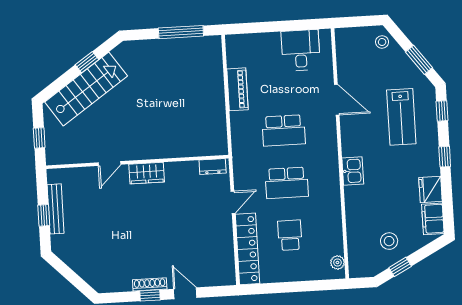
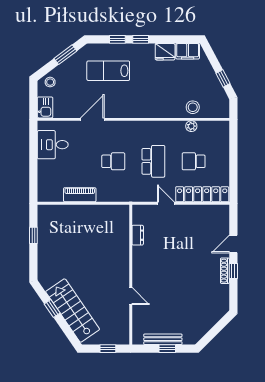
window: (181, 32) -> (33, 235), width x0.46
window: (442, 111) -> (117, 39), moved
lab bench: (401, 117) -> (108, 71), turned 180
school desk: (284, 130) -> (113, 161), width x0.54
dresser: (213, 167) -> (138, 235), moved
kitchen sink: (353, 171) -> (45, 107), moved, turned 90
wardrobe: (147, 173) -> (140, 268), removed
stool: (389, 241) -> (193, 107), moved
plant: (337, 262) -> (191, 126), moved

